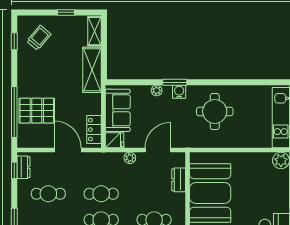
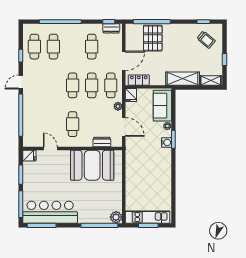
sofa: (118, 110) -> (162, 106), moved, turned 90
round table: (215, 111) -> (152, 169), removed
cafe table: (101, 168) -> (111, 85), added

